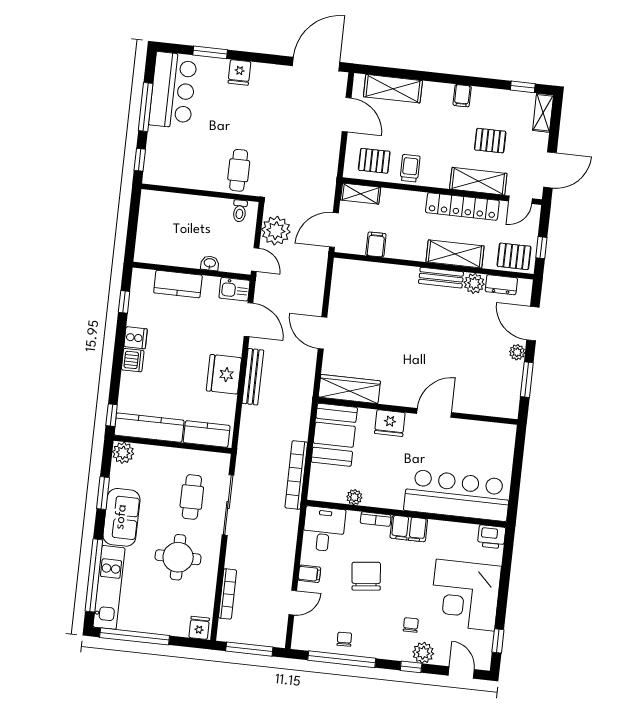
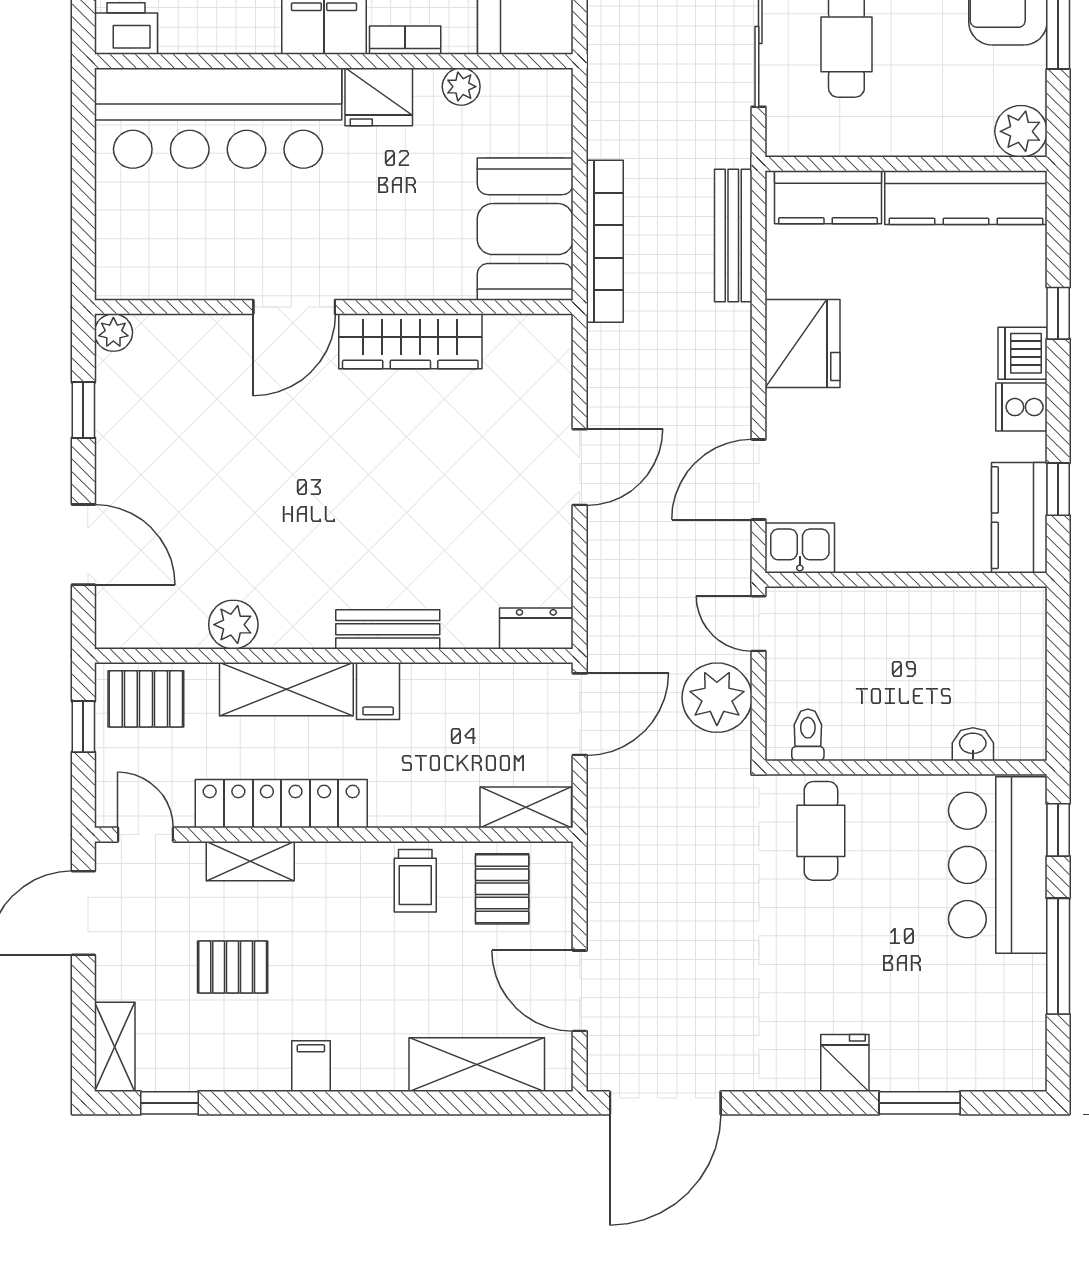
bar counter: (173, 90) -> (998, 865), moved
pallet: (374, 161) -> (502, 889), turned 90
shelving: (478, 181) -> (250, 861), width x0.67, depth x0.75
door: (520, 200) -> (146, 835), hinge flipped
filing cabinet: (376, 244) -> (378, 691), moved
washbasin: (210, 263) -> (973, 744), moved, turned 180
bench: (441, 278) -> (388, 629), moved
kitchen counter: (178, 284) -> (1019, 518), moved, turned -90
dresser: (501, 285) -> (536, 628), moved
door: (249, 320) -> (759, 480), hinge flipped
door: (323, 333) -> (580, 467), hinge flipped
plant: (517, 352) -> (113, 333), moved
bench: (253, 377) -> (733, 236), moved
window: (527, 380) -> (83, 410), width x0.67
wardrobe: (349, 389) -> (410, 341), moved
window: (112, 415) -> (1058, 313), moved
fridge: (390, 423) -> (379, 97), moved, turned 180
bookcase: (296, 475) -> (605, 241), moved

